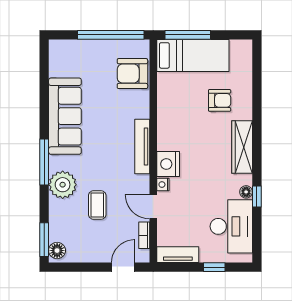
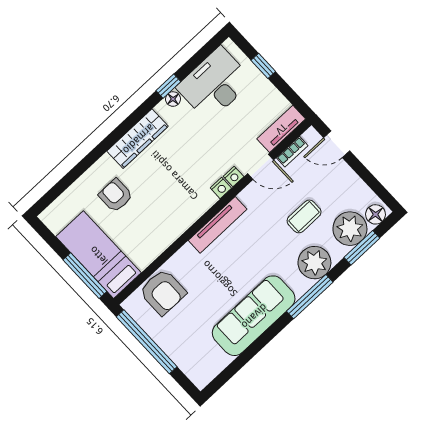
nightstand: (168, 164) -> (221, 188), width x0.53, depth x0.56
door: (153, 207) -> (261, 167), hinge flipped
plant: (63, 226) -> (350, 229), added
window: (44, 240) -> (362, 248), moved
tv unit: (178, 255) -> (281, 129), moved, turned 90

